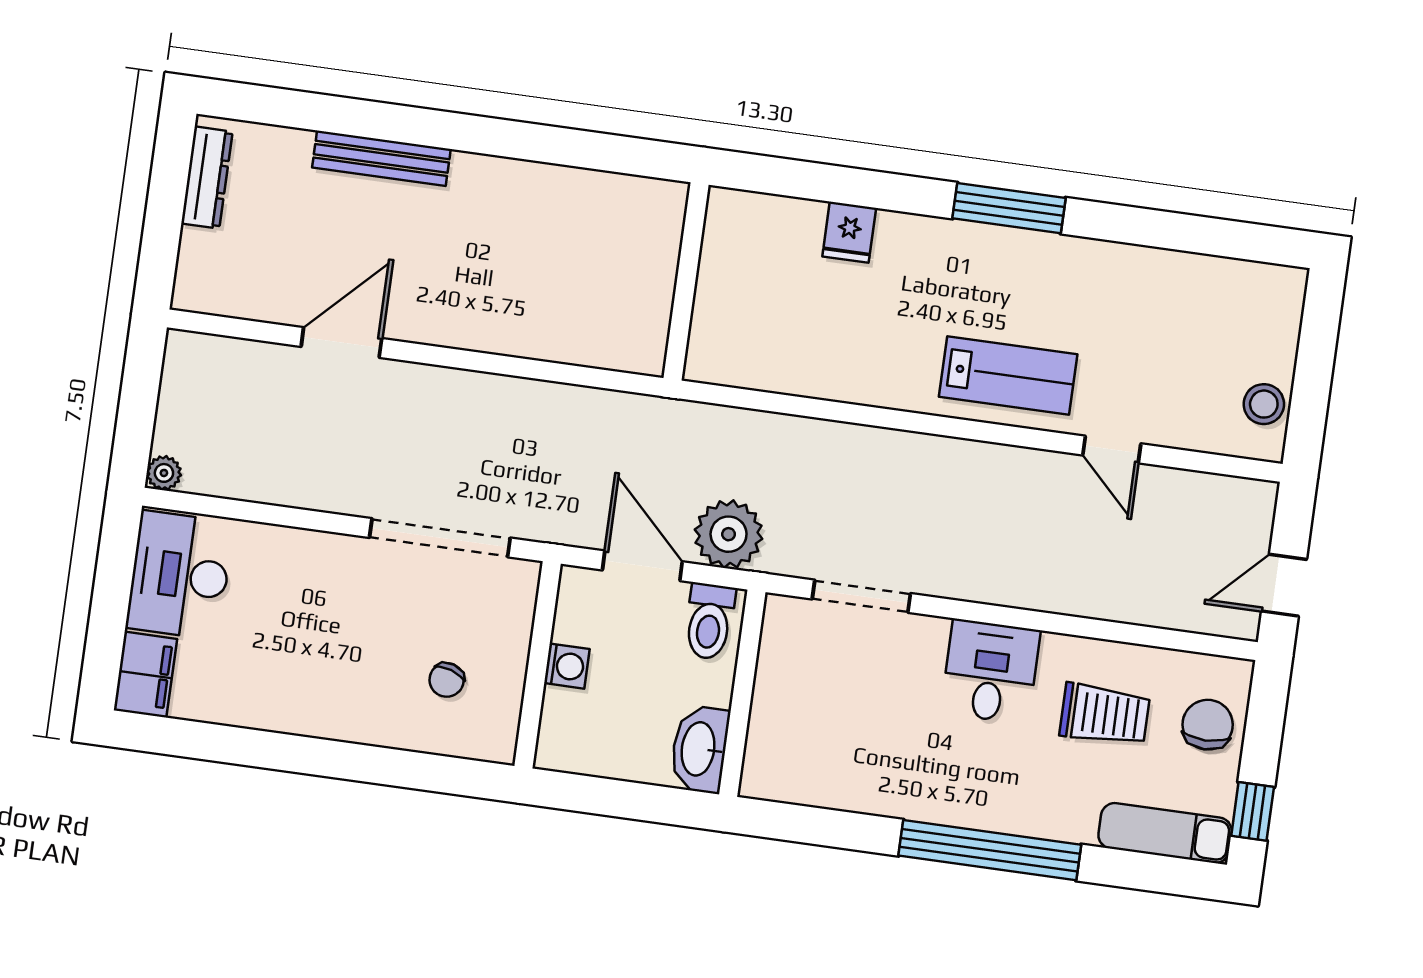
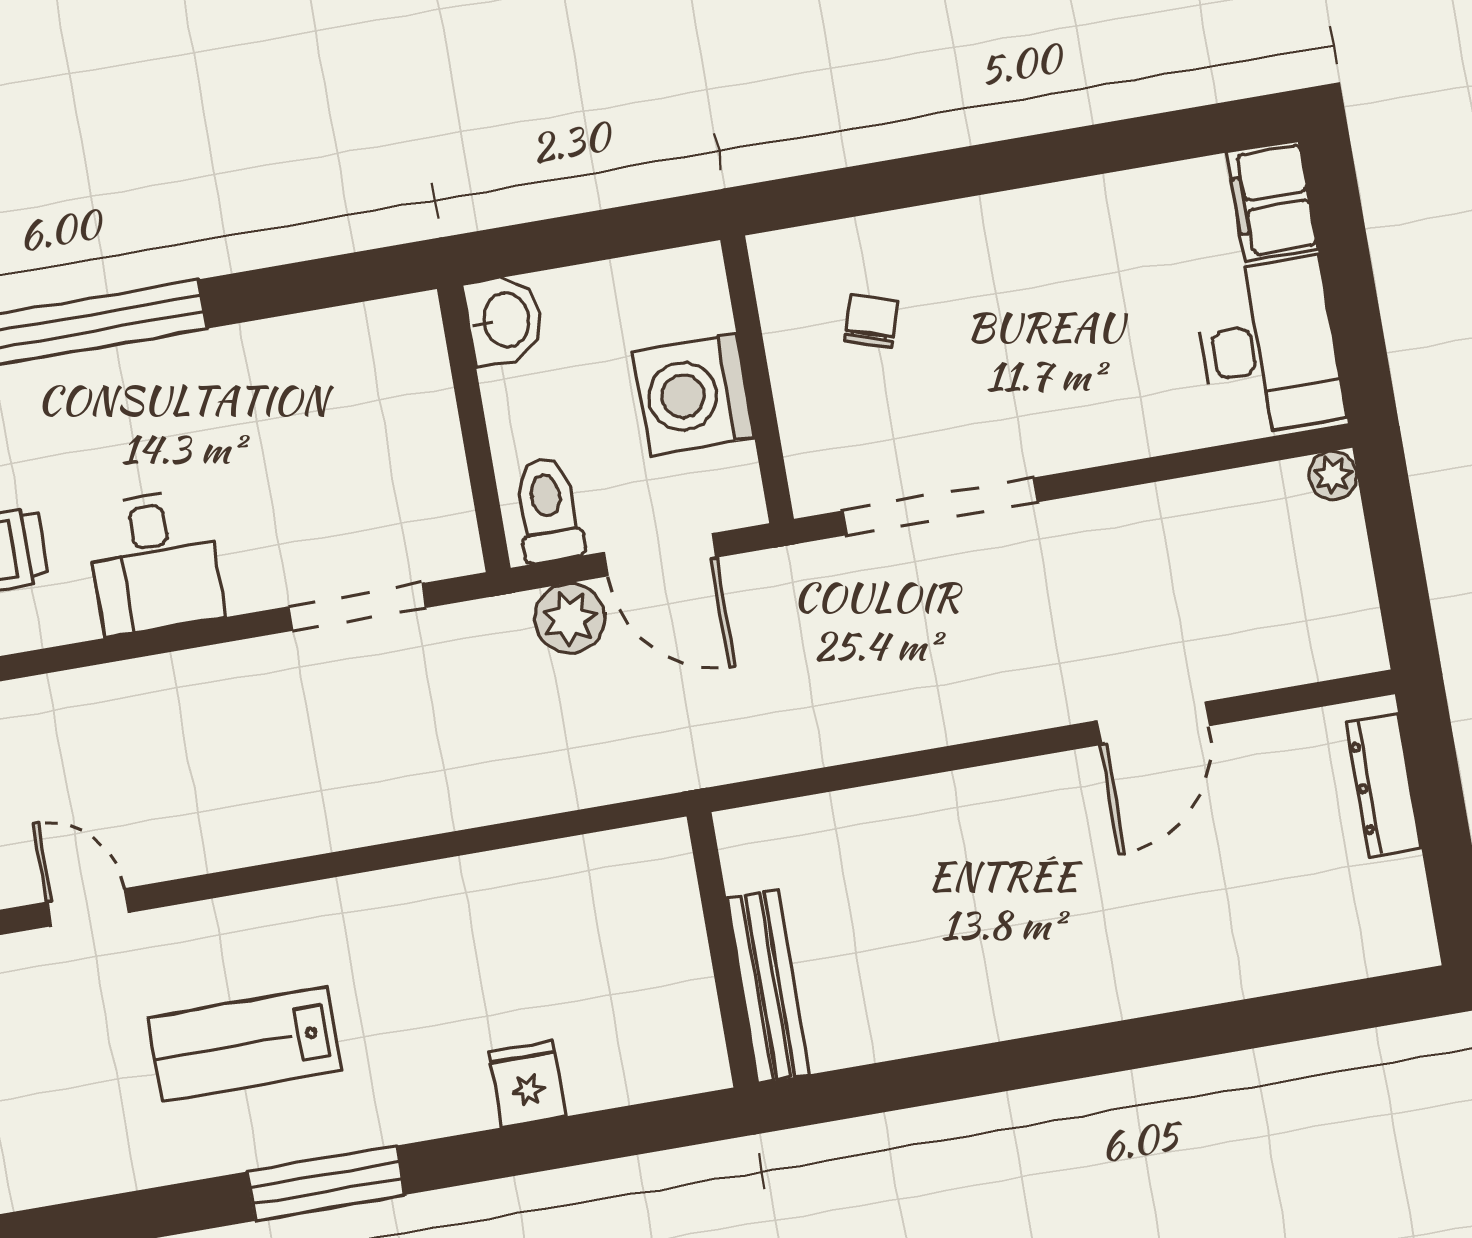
bench: (381, 158) -> (768, 986), moved, turned 90
dresser: (207, 178) -> (1384, 785), moved
lab bench: (1008, 376) -> (245, 1044), moved
plant: (729, 534) -> (570, 618), width x0.73, depth x0.73
washing machine: (567, 666) -> (693, 394), width x1.89, depth x1.89
washbasin: (700, 749) -> (504, 320), width x0.72

